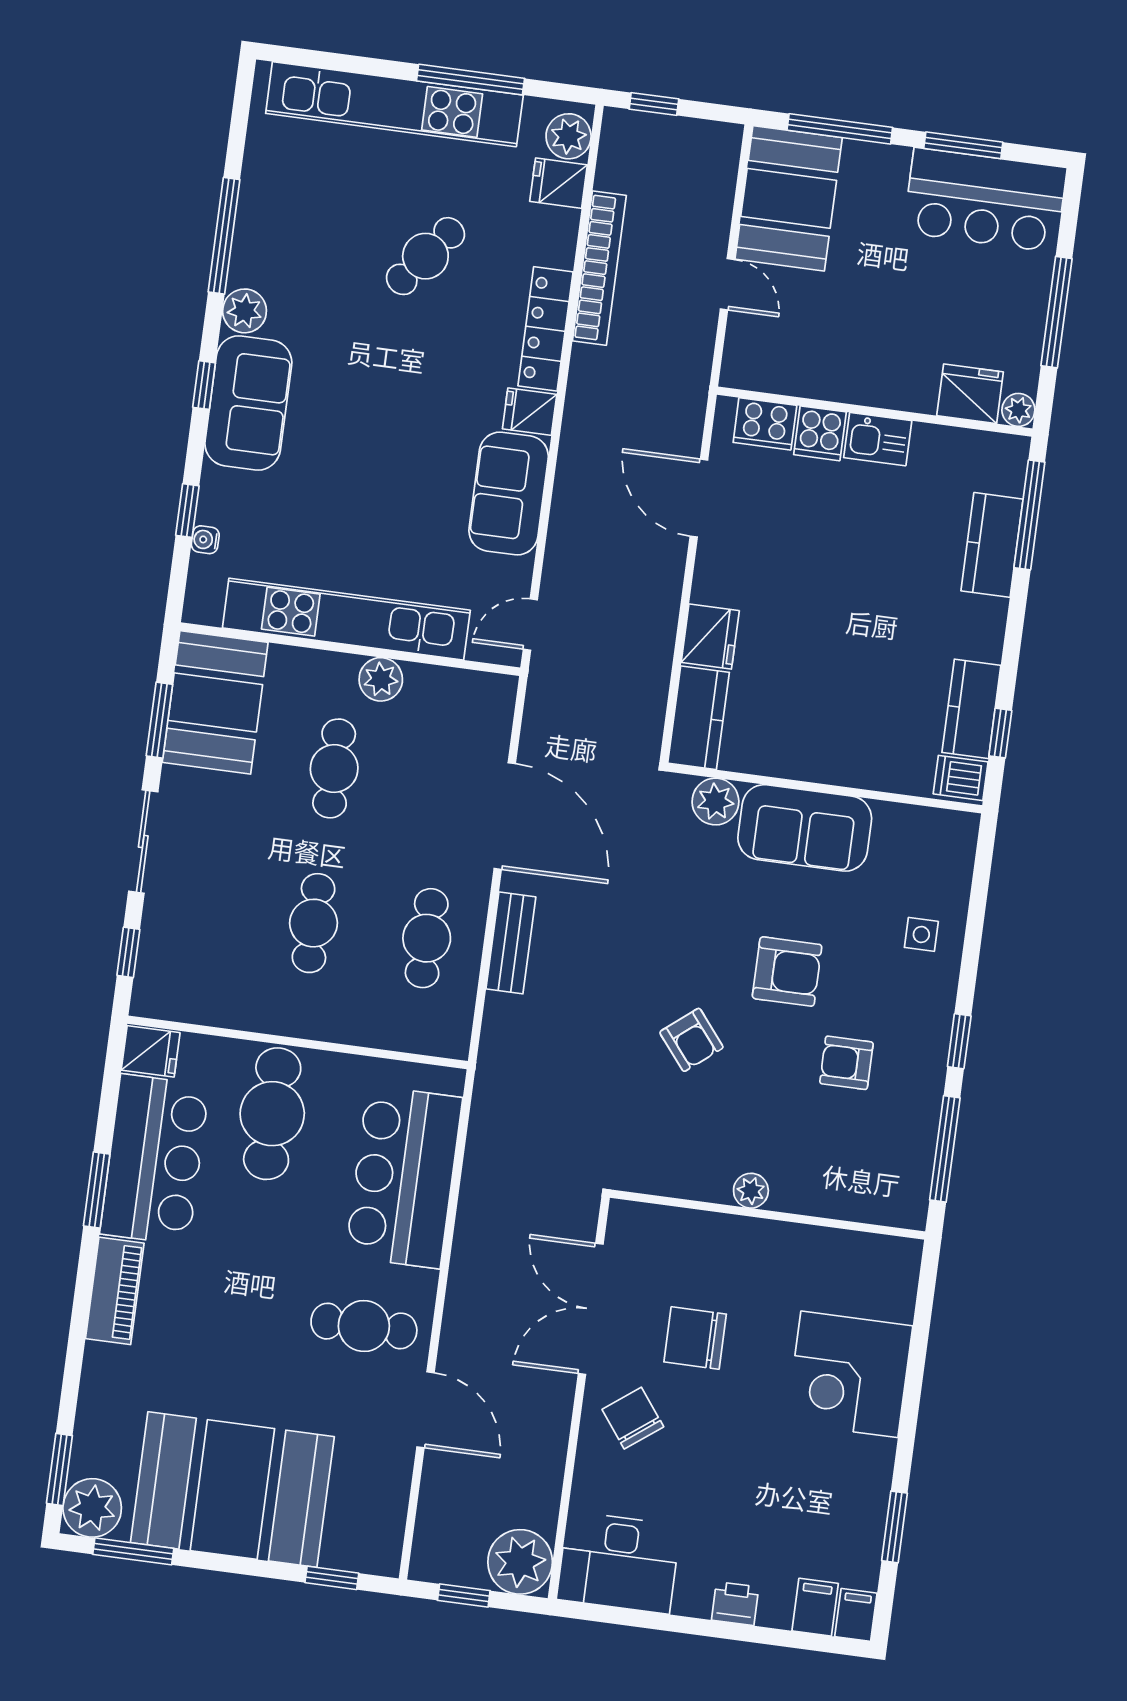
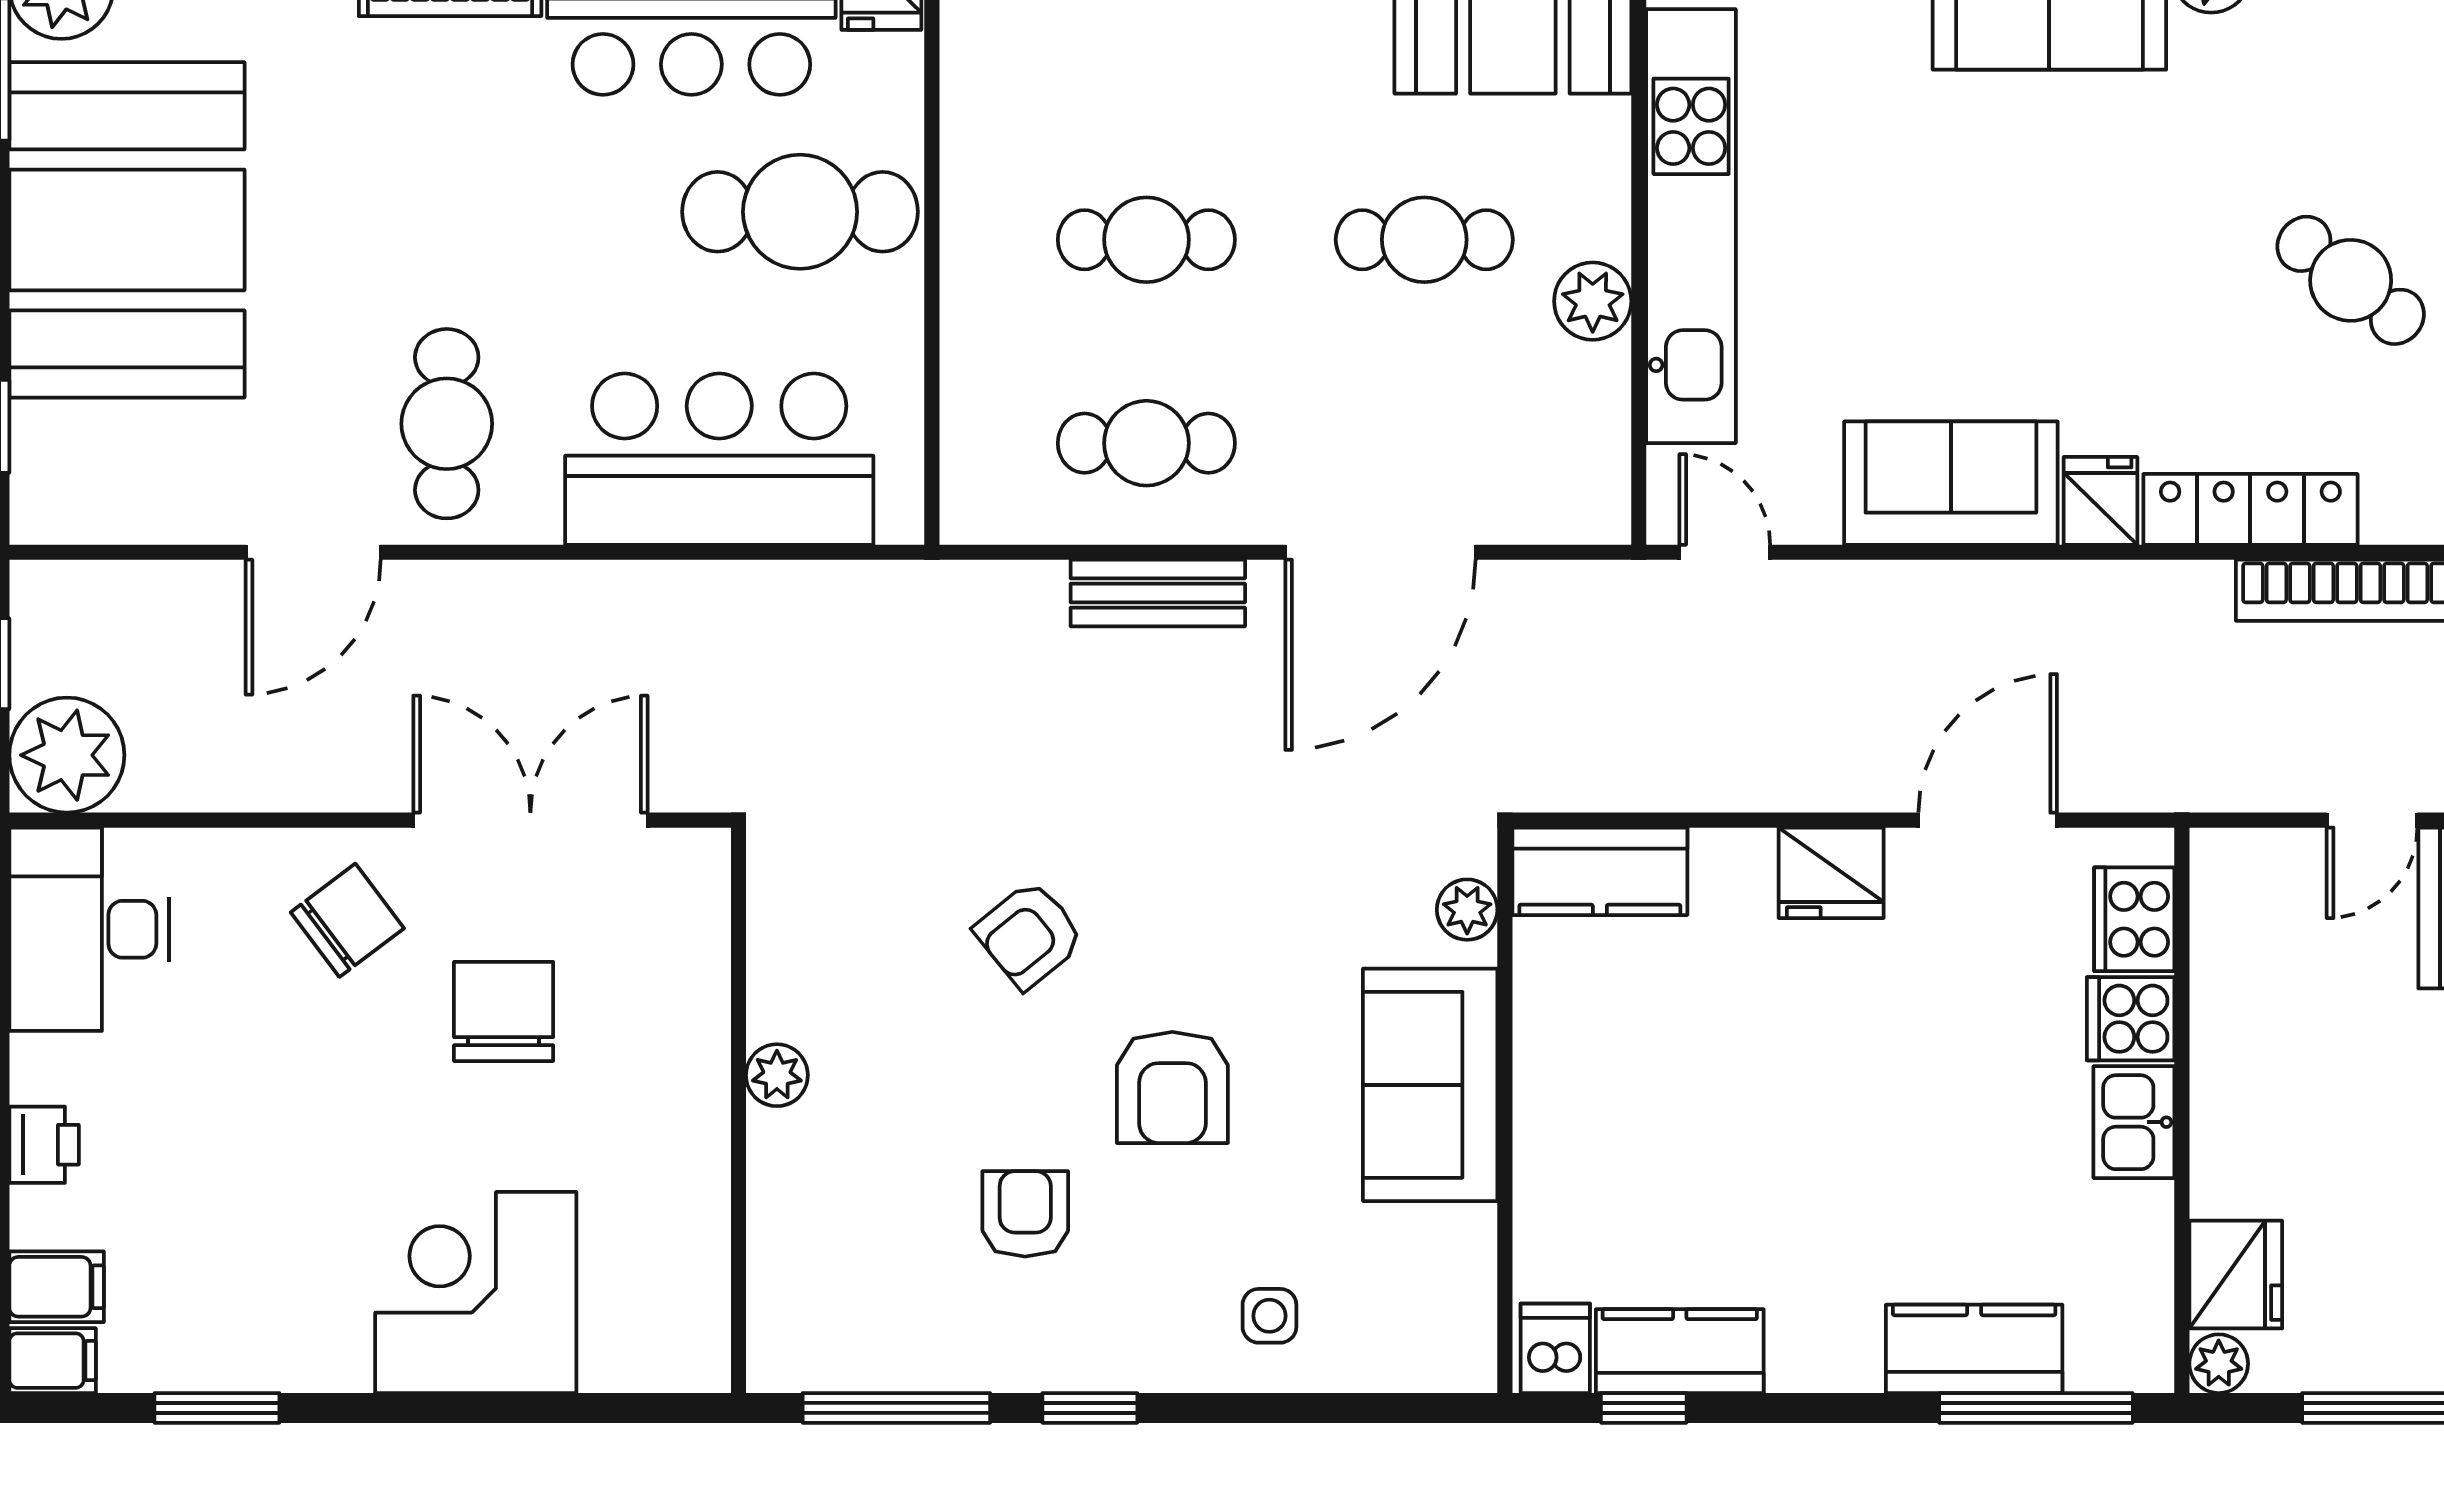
fridge: (710, 637) -> (1831, 873), moved
plant: (715, 802) -> (1467, 910), width x0.73, depth x0.73

